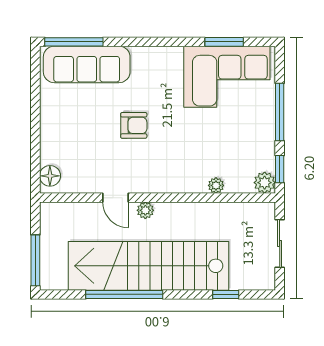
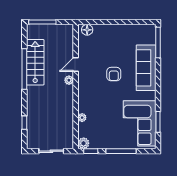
sofa: (87, 64) -> (146, 68), moved
stairs: (148, 266) -> (35, 62), width x0.54, depth x0.66

